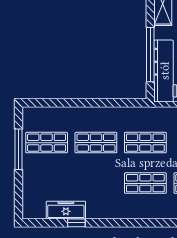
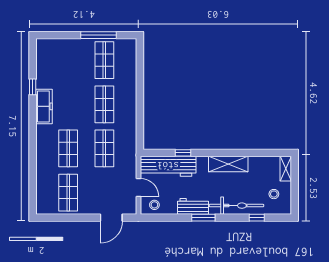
window: (150, 55) -> (183, 153), width x0.32
freezer: (66, 210) -> (44, 106), moved

